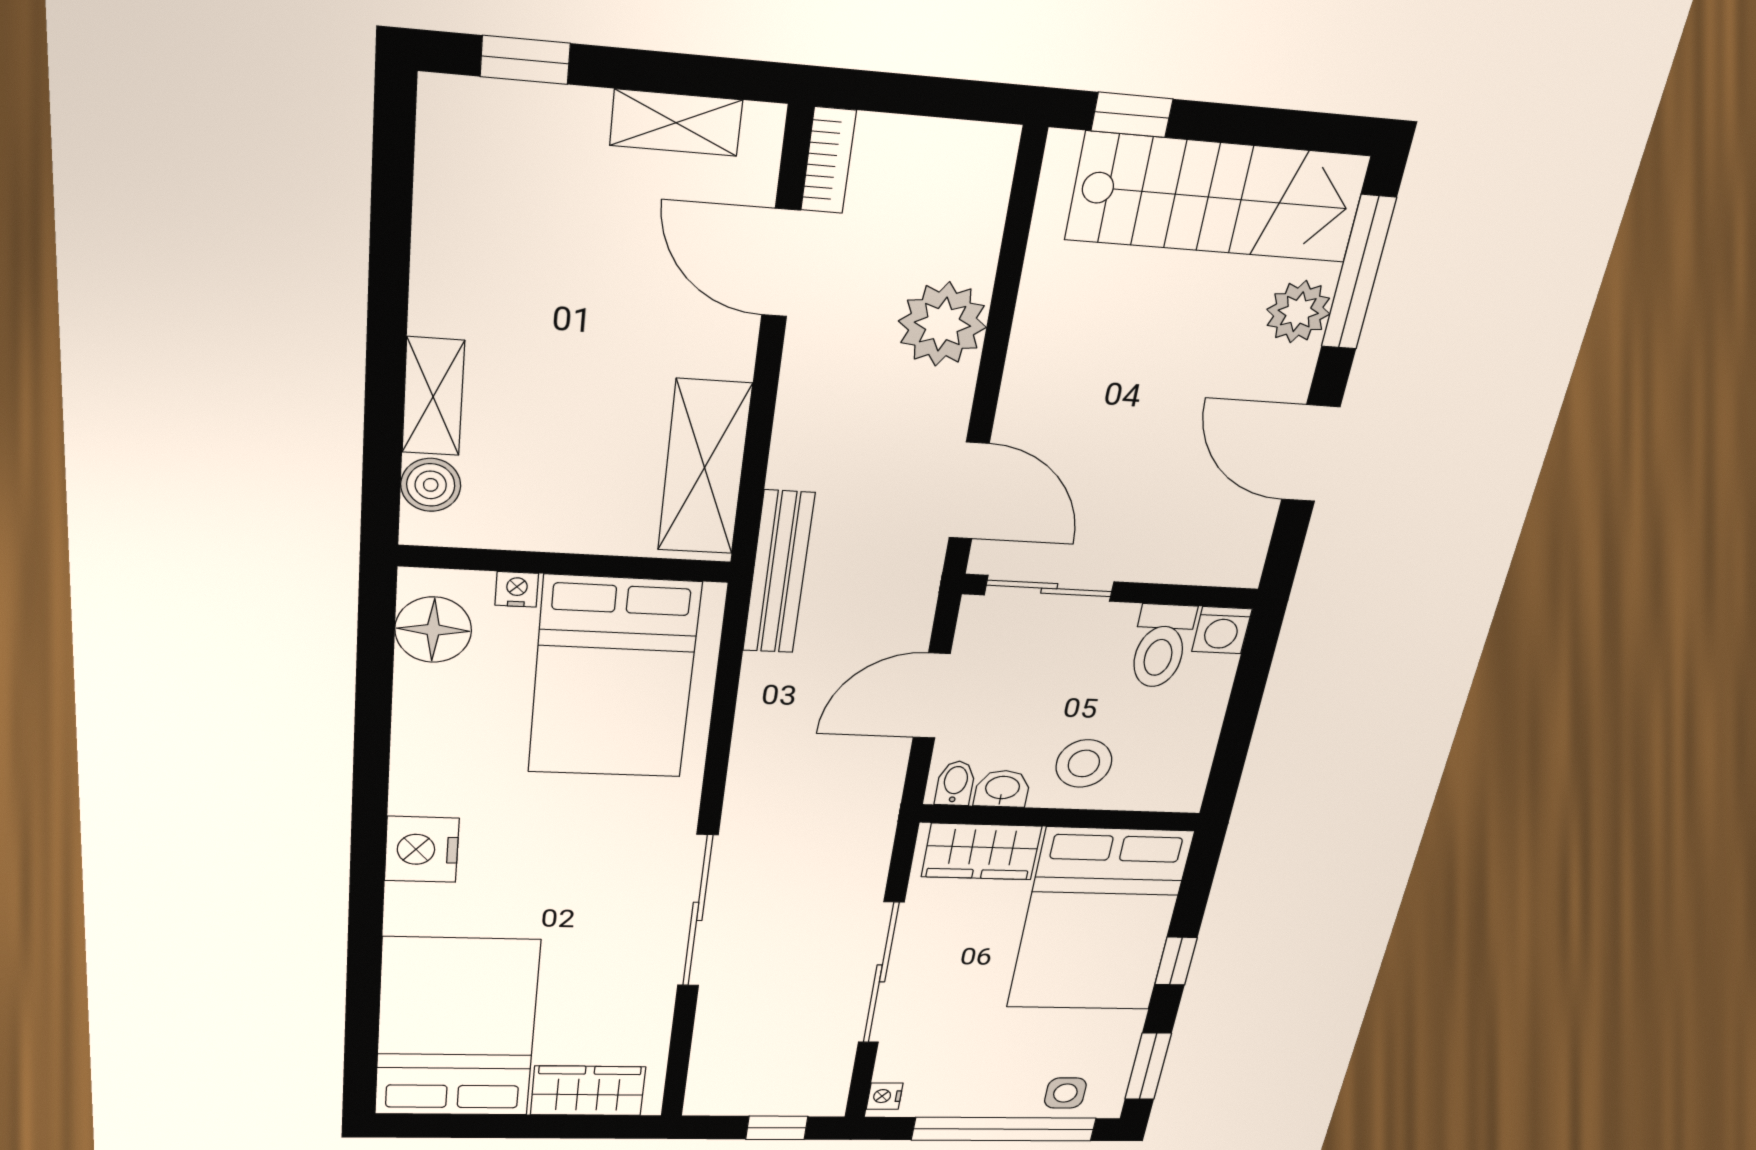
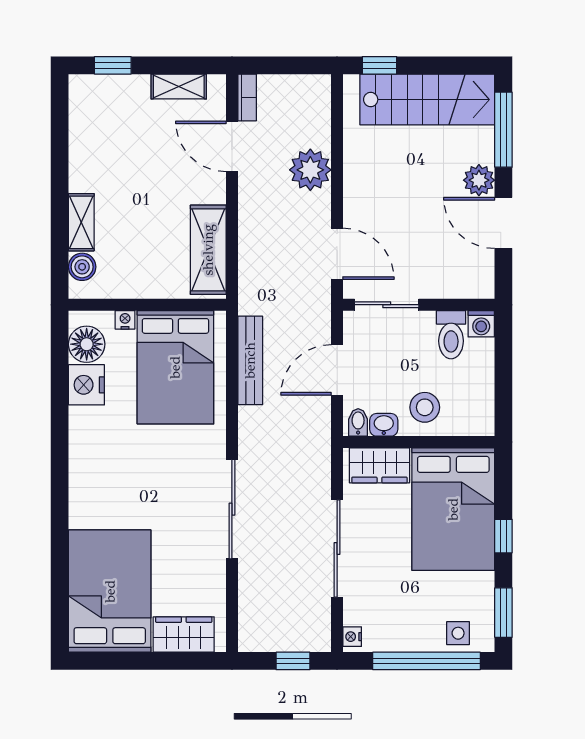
plant: (1298, 312) -> (479, 180), moved
bench: (779, 573) -> (250, 360), moved
nightstand: (422, 849) -> (86, 385), moved

